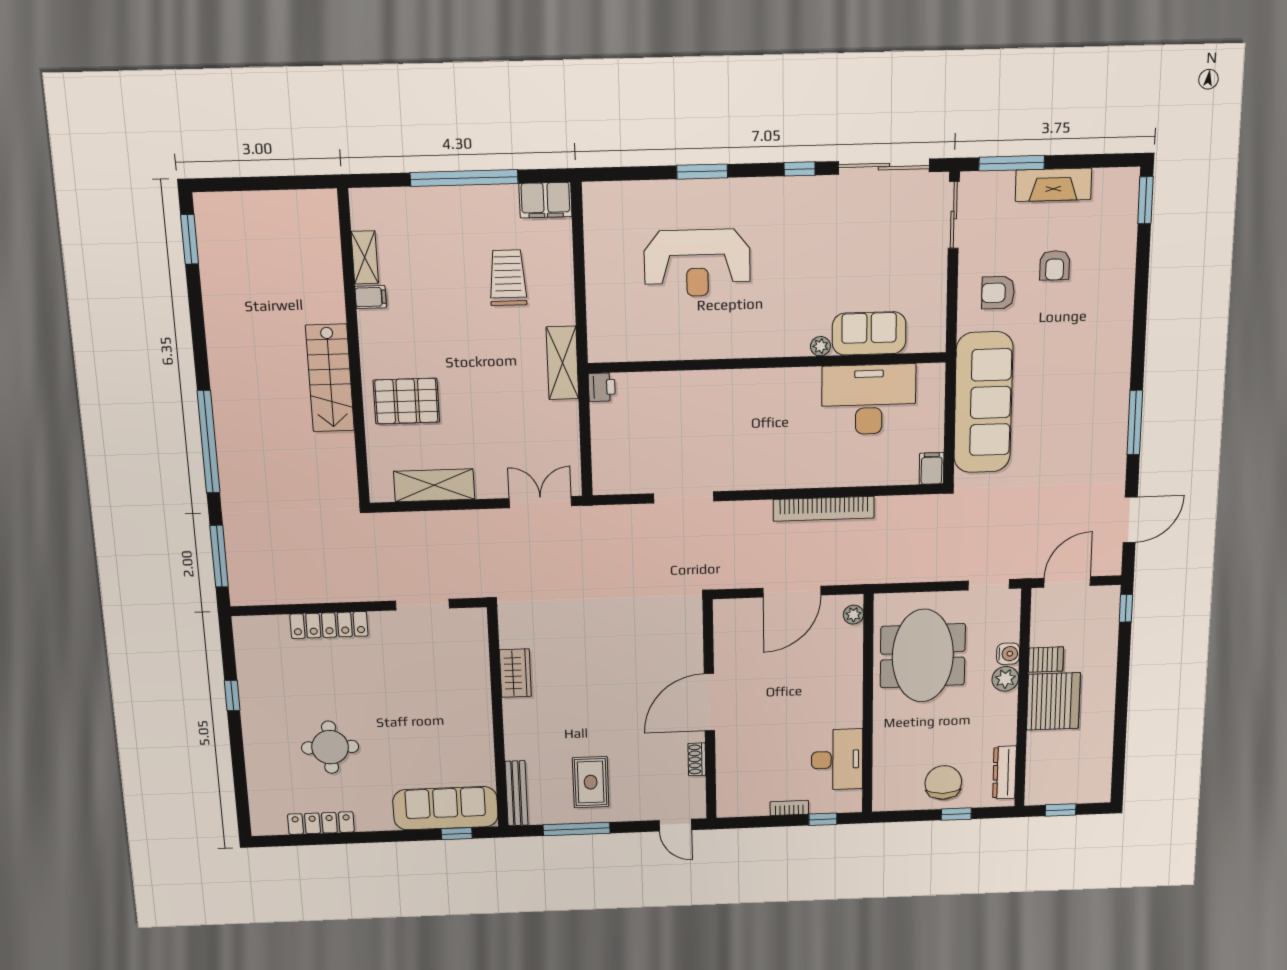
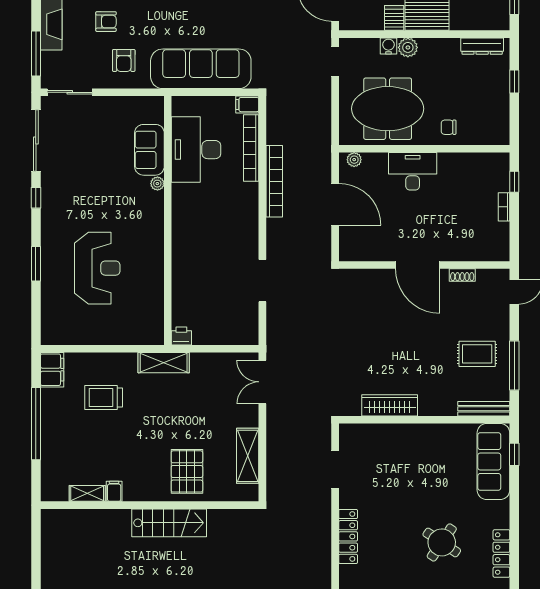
bookcase: (870, 476) -> (251, 148), added
wardrobe: (515, 673) -> (390, 405), width x1.50
round table: (330, 747) -> (442, 542), turned 34
desk: (837, 760) -> (413, 171), moved
chair: (943, 782) -> (449, 127), moved, width x0.54, depth x0.54

